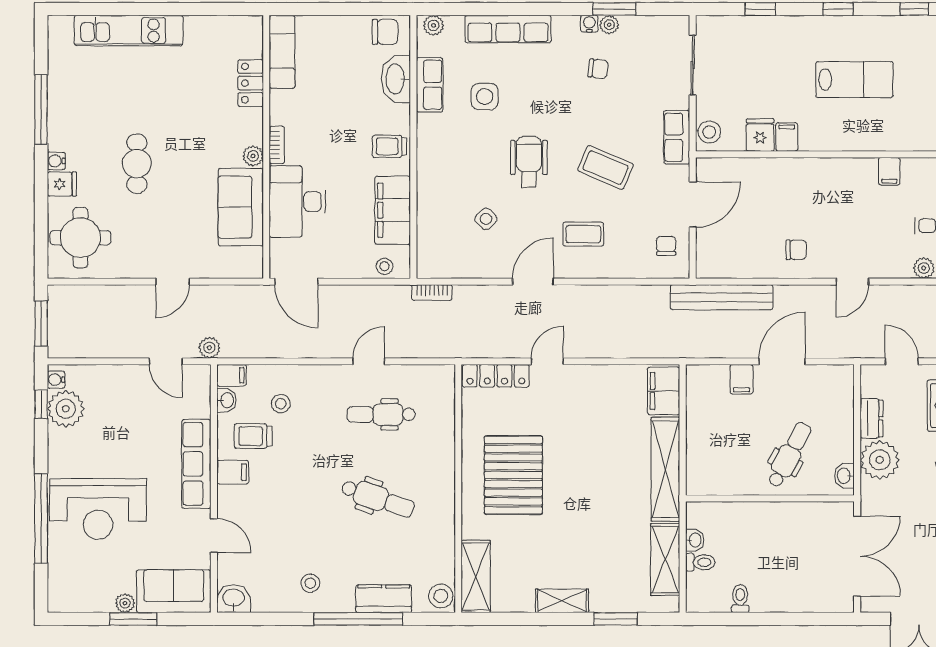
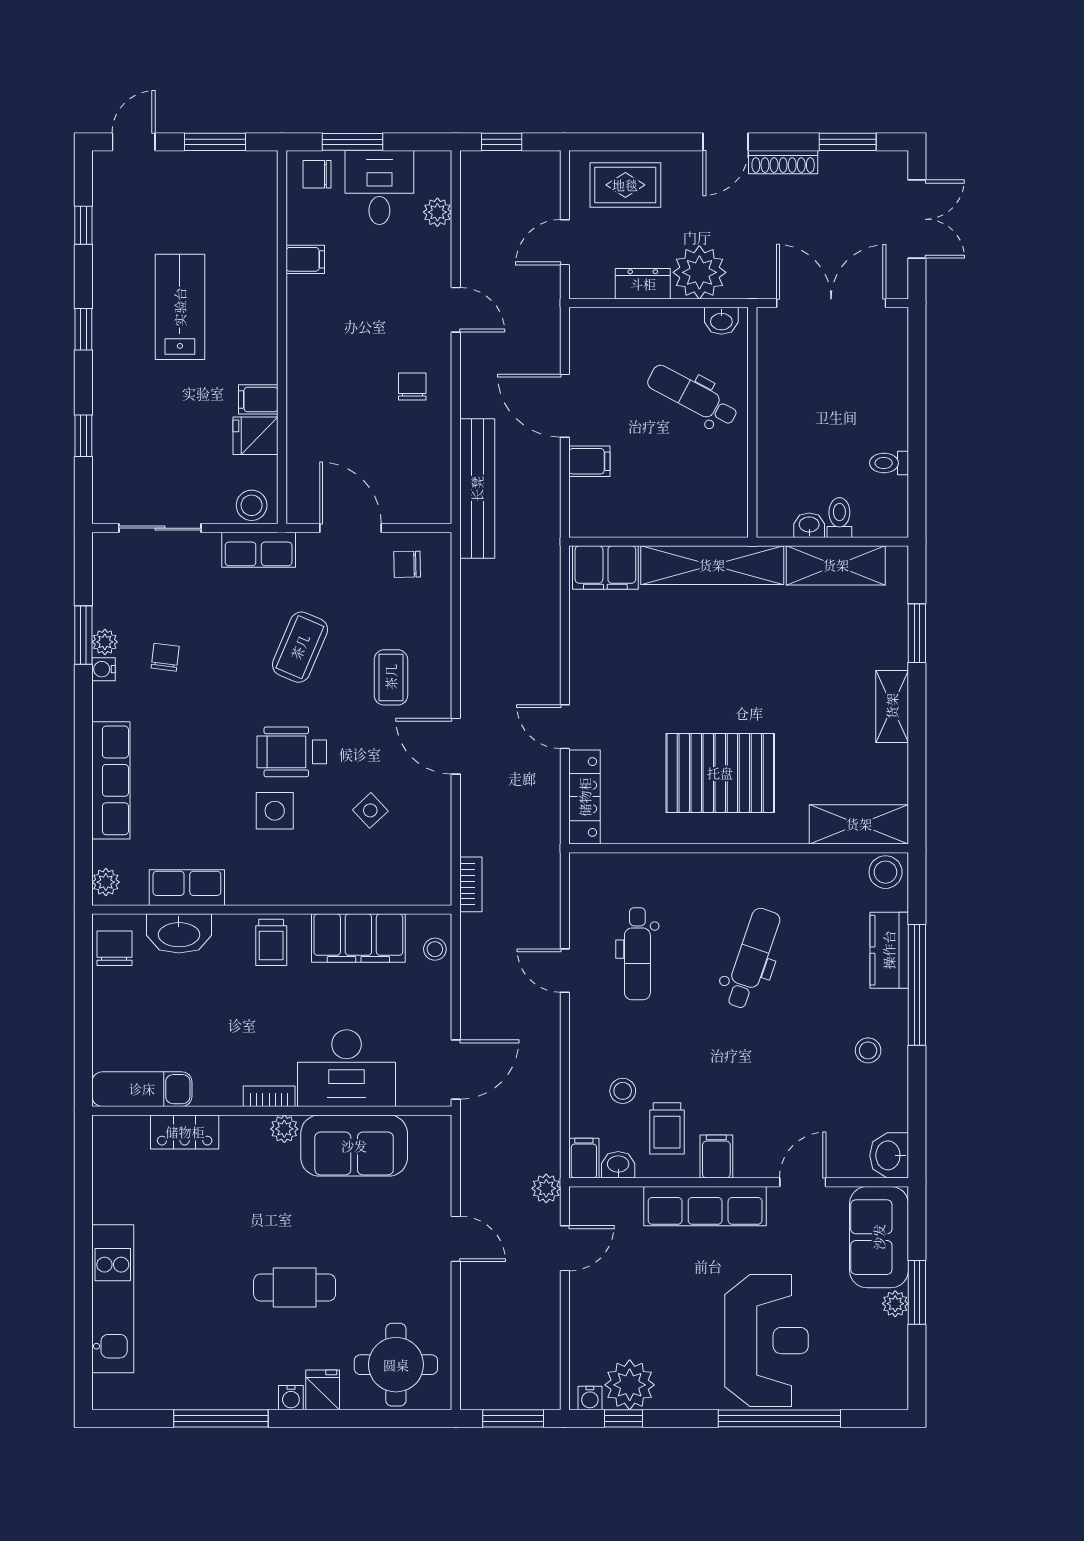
side table: (485, 97) -> (275, 811), moved

